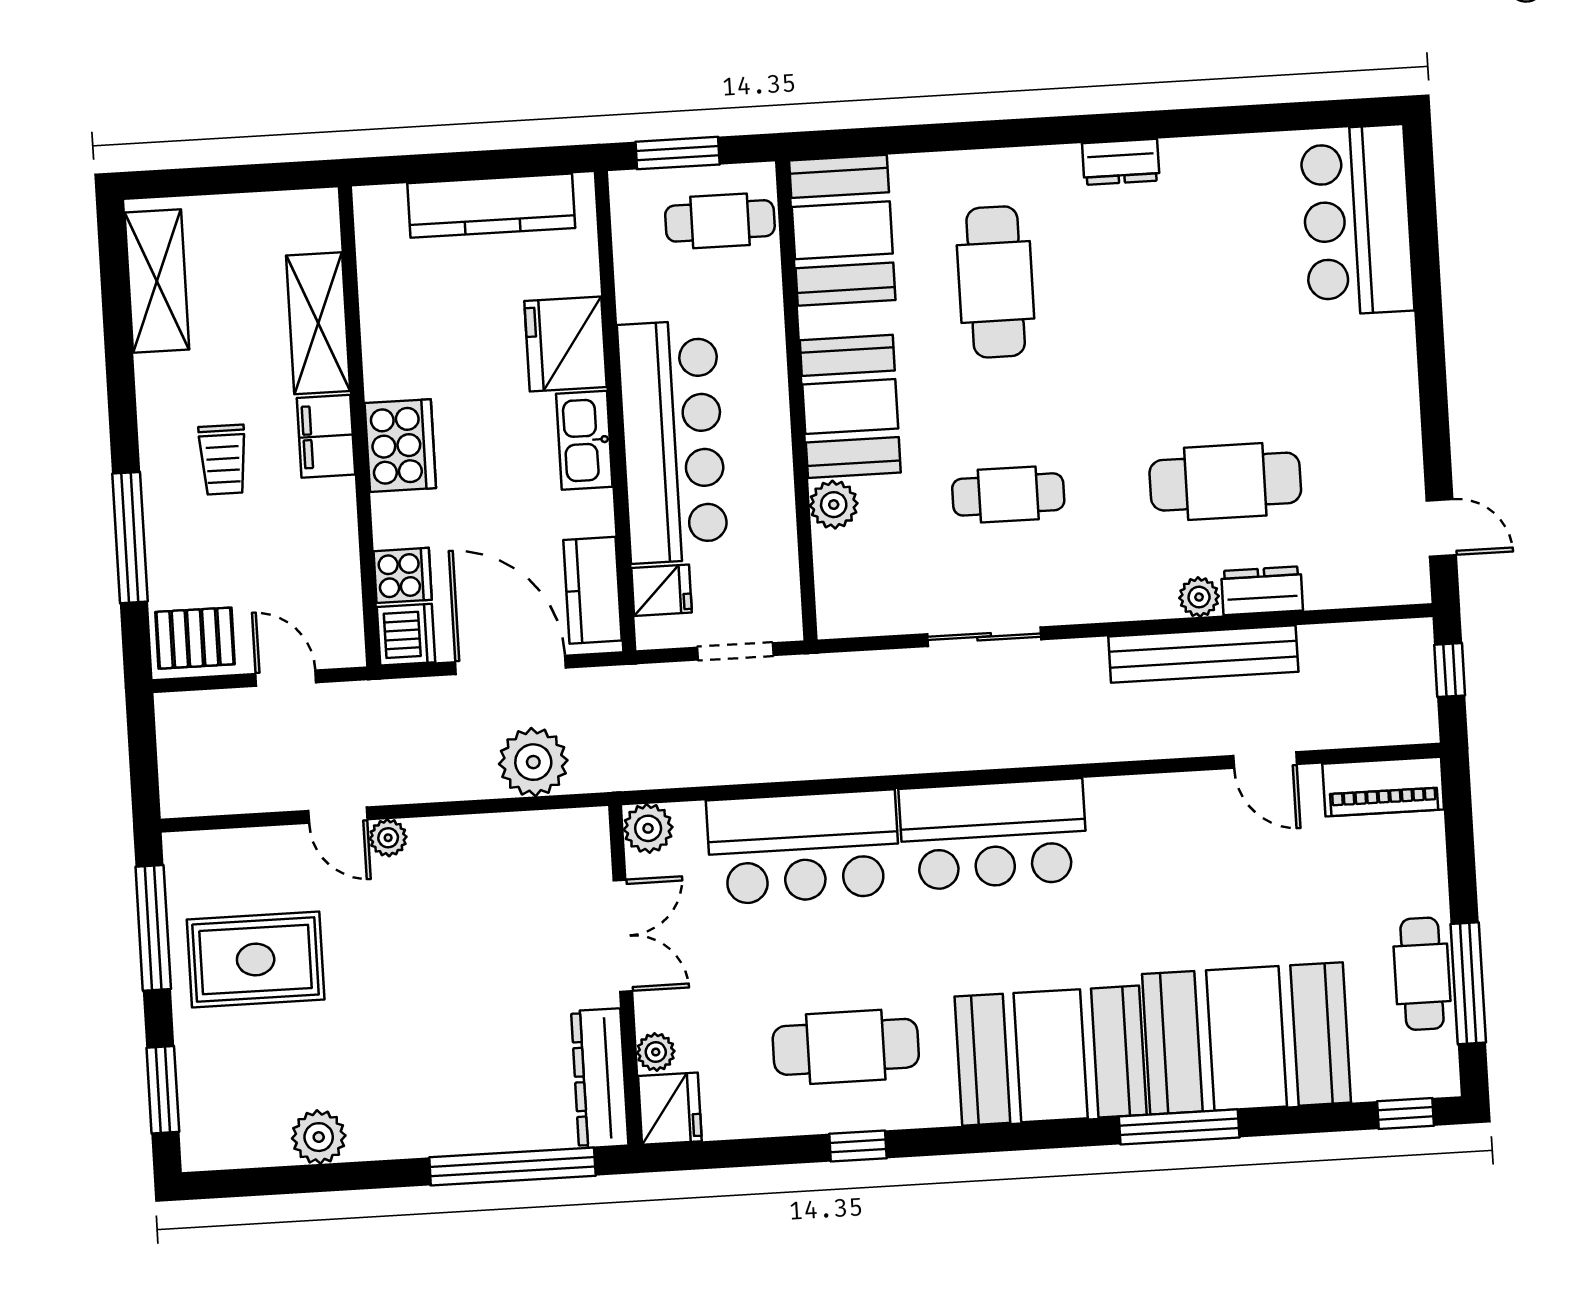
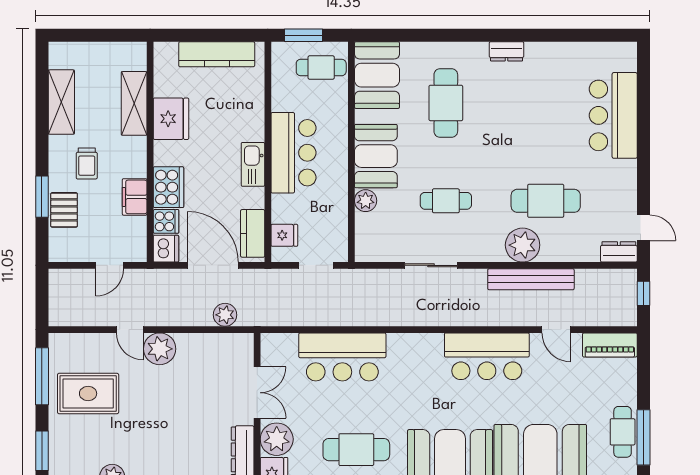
bar counter: (1357, 220) -> (613, 115), moved
shelving: (157, 281) -> (61, 102), moved
fridge: (565, 344) -> (171, 119), moved, turned 180
filing cabinet: (326, 436) -> (135, 197), moved
bar counter: (673, 442) -> (293, 153), width x0.73
cooker: (400, 446) -> (168, 187), moved
window: (130, 538) -> (42, 197), width x0.69
dresser: (1262, 591) -> (619, 252), moved
plant: (1199, 597) -> (523, 245), width x1.87, depth x1.87
pallet: (195, 638) -> (64, 210), moved, turned 90
door: (286, 678) -> (110, 265), swing flipped
plant: (533, 762) -> (225, 315), width x0.73, depth x0.73
plant: (648, 828) -> (272, 344), removed
bar counter: (993, 834) -> (487, 356), moved
plant: (388, 838) -> (160, 349), width x1.88, depth x1.88
plant: (656, 1052) -> (277, 439), width x1.88, depth x1.88

